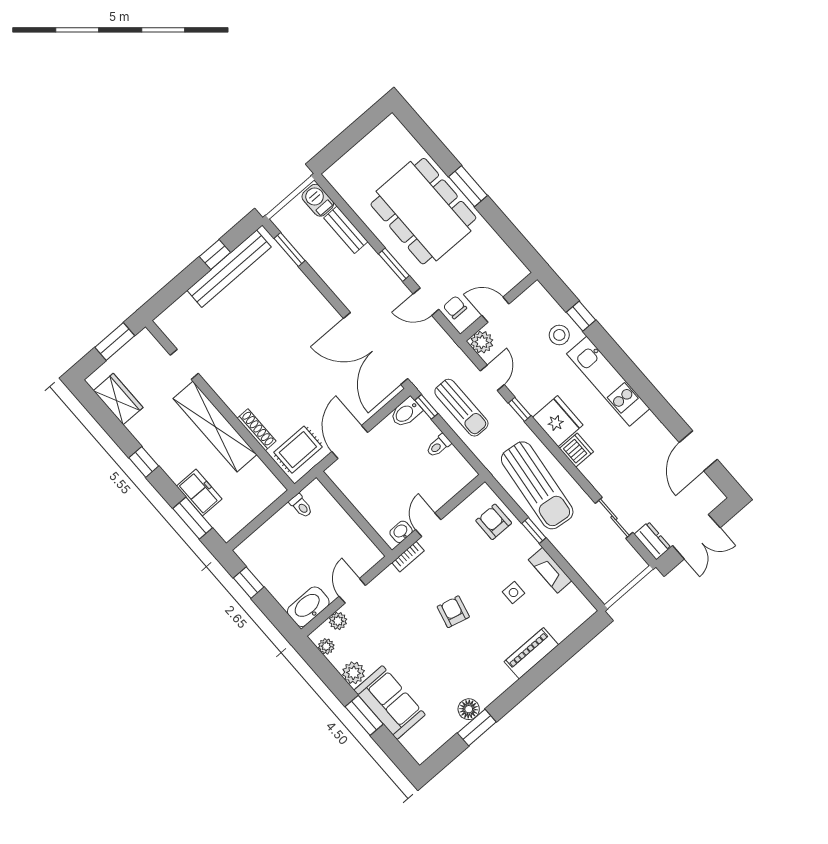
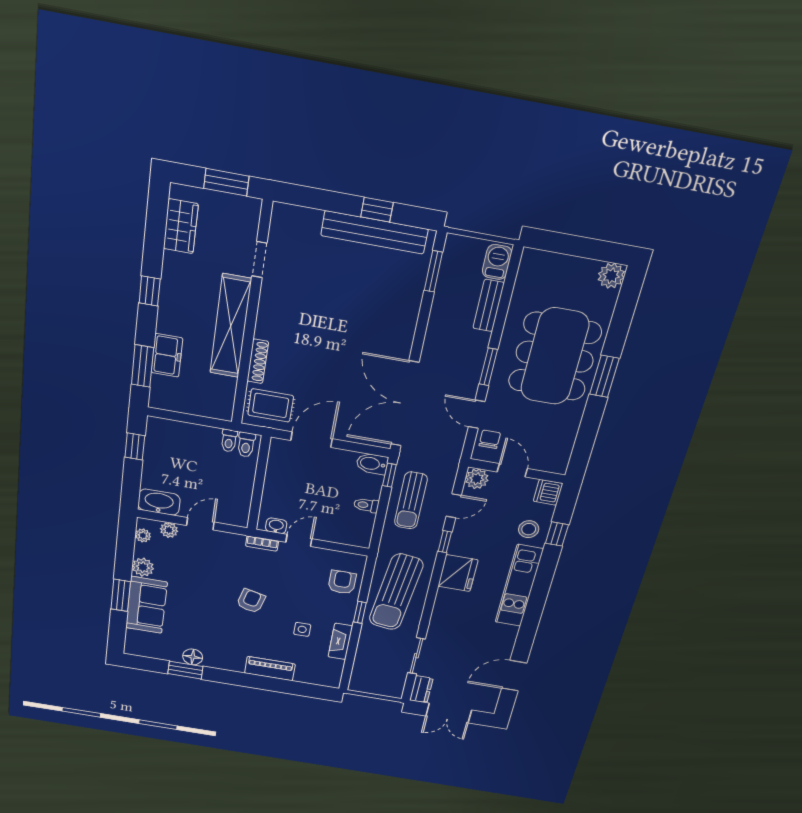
plant: (391, 129) -> (611, 276), added
dishwasher: (576, 450) -> (548, 492), moved, turned 180
toilet: (314, 496) -> (246, 445), added

